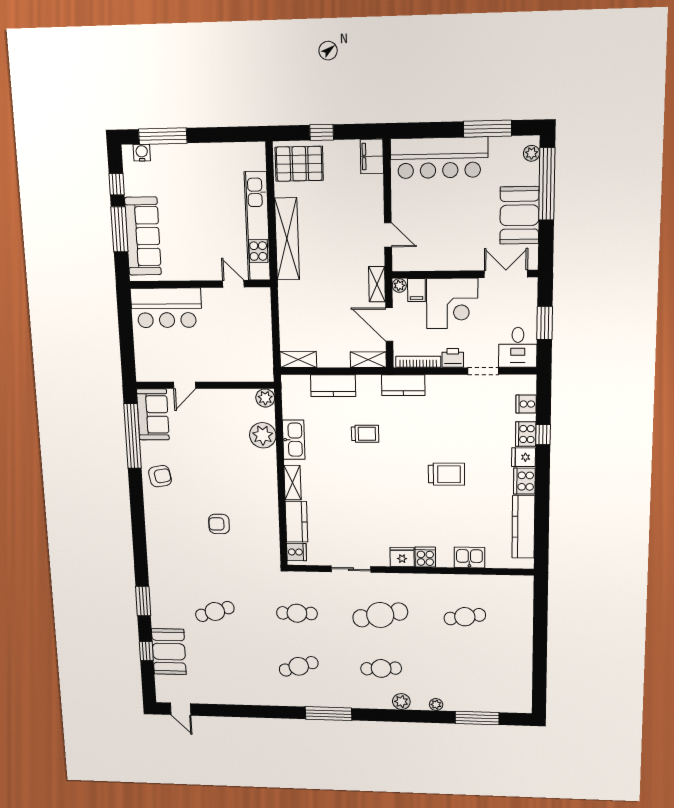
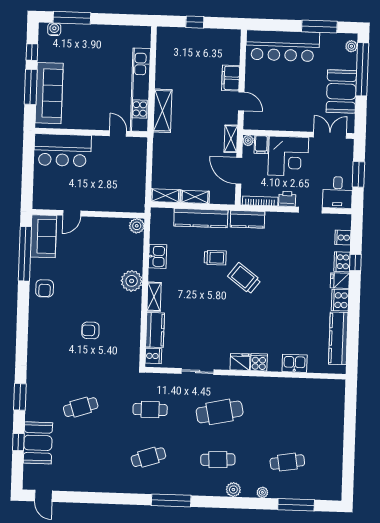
filing cabinet: (372, 156) -> (231, 78), moved
pallet: (299, 164) -> (176, 44), removed
shelving: (287, 239) -> (163, 111), width x0.68
shelving: (368, 360) -> (195, 197), moved
kitchen counter: (333, 386) -> (201, 218), width x1.50
plant: (263, 435) -> (132, 281), moved
kitchen sink: (294, 440) -> (158, 256), width x0.73
trolley: (446, 474) -> (244, 278), moved, turned -143
armchair: (160, 476) -> (45, 288), turned 100
cafe table: (465, 617) -> (287, 462), moved

